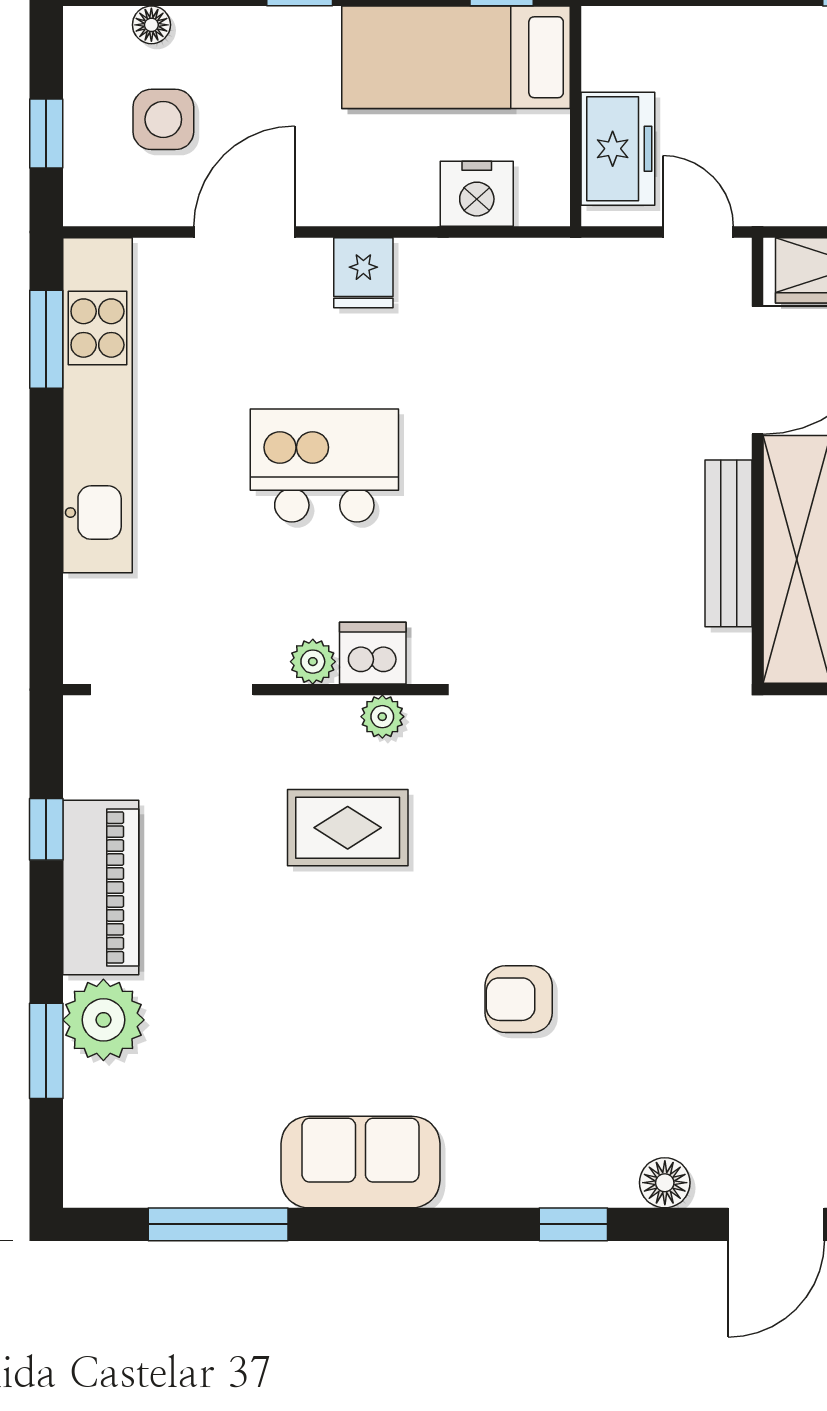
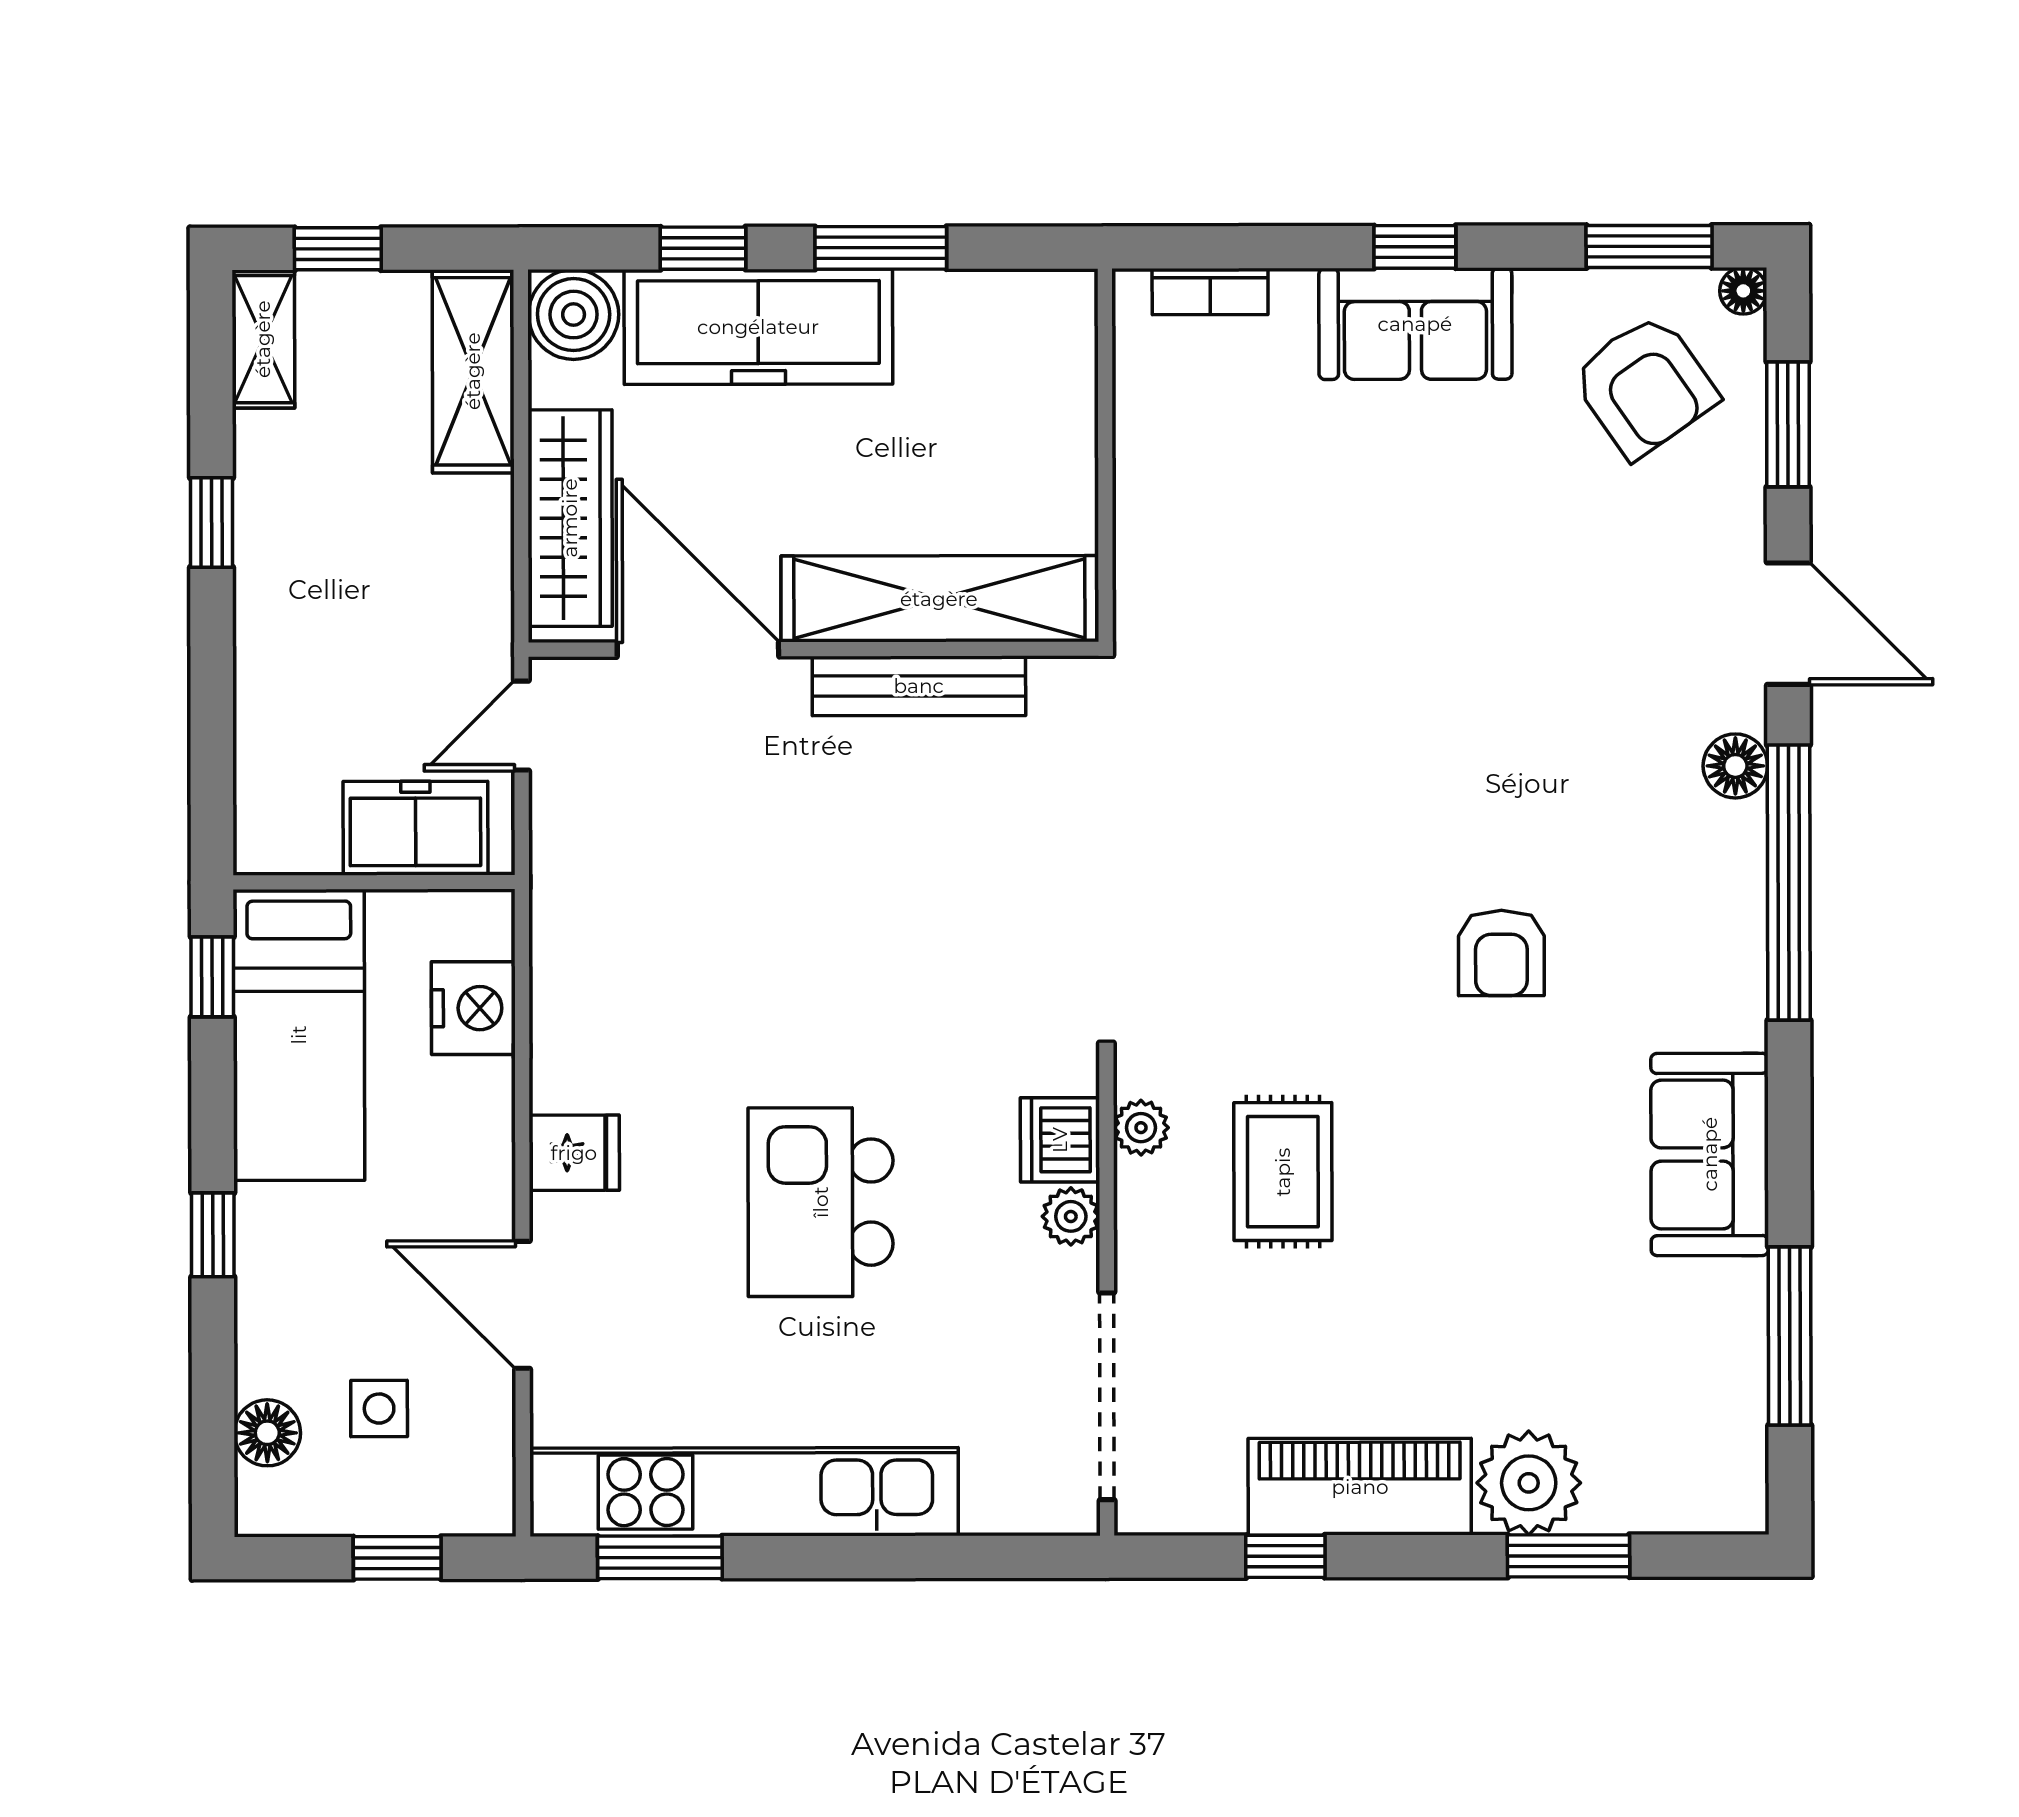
floor lamp: (151, 25) -> (267, 1433), width x1.37, depth x1.37
side table: (163, 119) -> (379, 1409), width x0.73, depth x0.73
window: (573, 1224) -> (1789, 883), width x3.17

